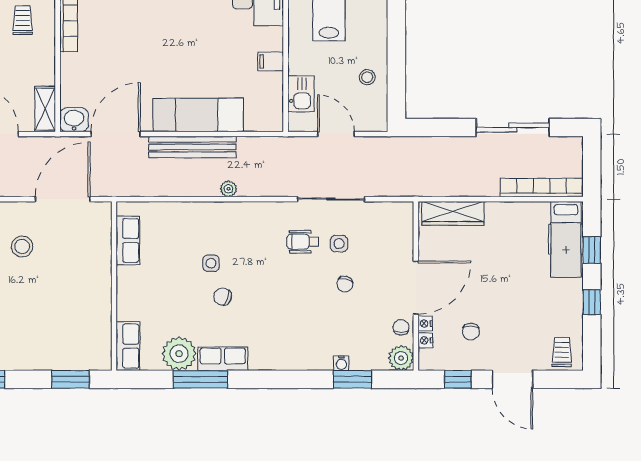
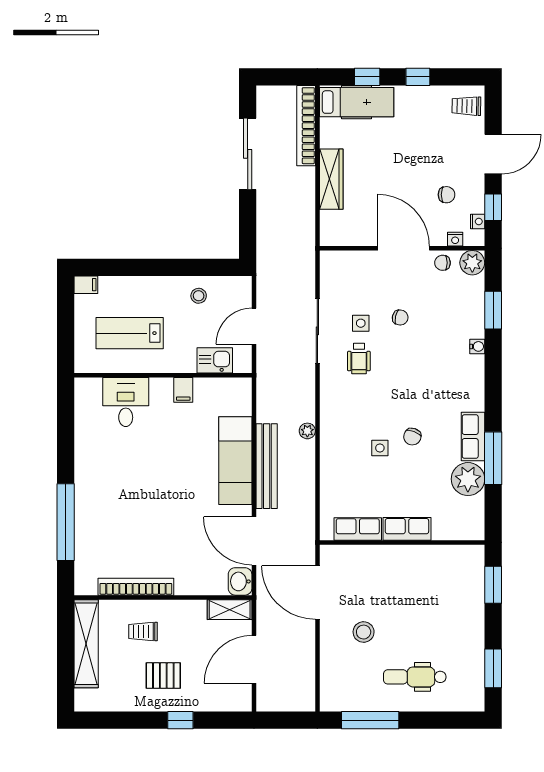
wardrobe: (453, 213) -> (331, 179), moved
nightstand: (425, 323) -> (478, 222), moved, turned -90
row of seats: (128, 346) -> (407, 529), moved
water cooler: (341, 363) -> (477, 346), moved

